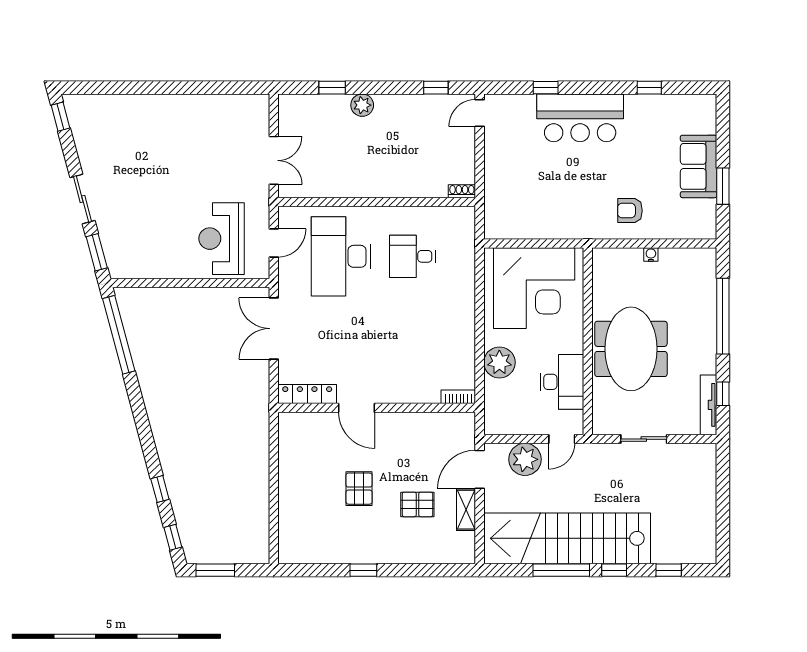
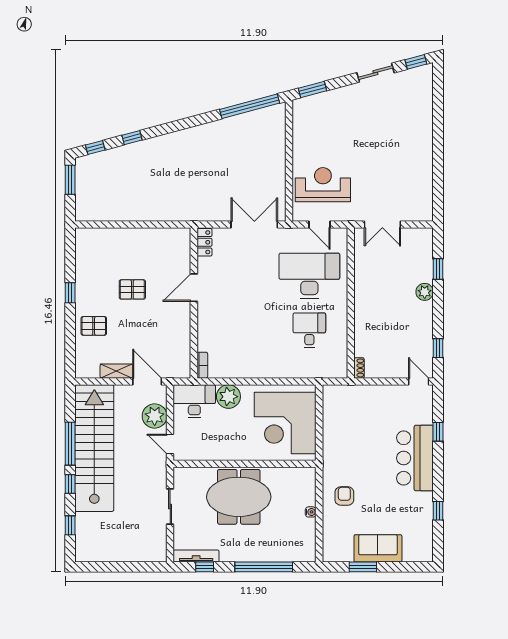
sliding door: (82, 199) -> (375, 73), moved
desk: (562, 382) -> (194, 401), moved, turned 180
locker: (307, 394) -> (204, 242), width x0.66
pallet: (417, 504) -> (94, 326), moved, turned 90

